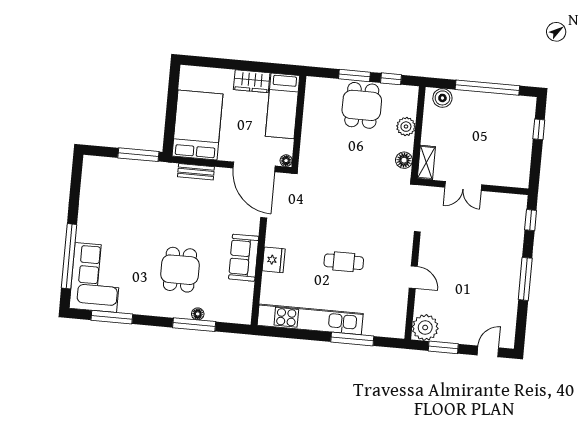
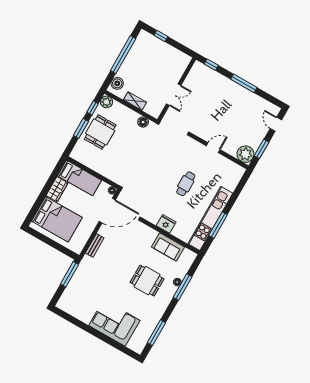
dining table: (362, 105) -> (100, 132), turned 90
bed: (197, 125) -> (57, 219), moved, turned 180
plant: (406, 127) -> (107, 102), moved
shelving: (426, 162) -> (135, 101), moved
window: (69, 256) -> (110, 341), removed
sofa: (244, 258) -> (168, 247), moved
corner sofa: (96, 277) -> (114, 323), moved
window: (352, 339) -> (218, 225), moved

